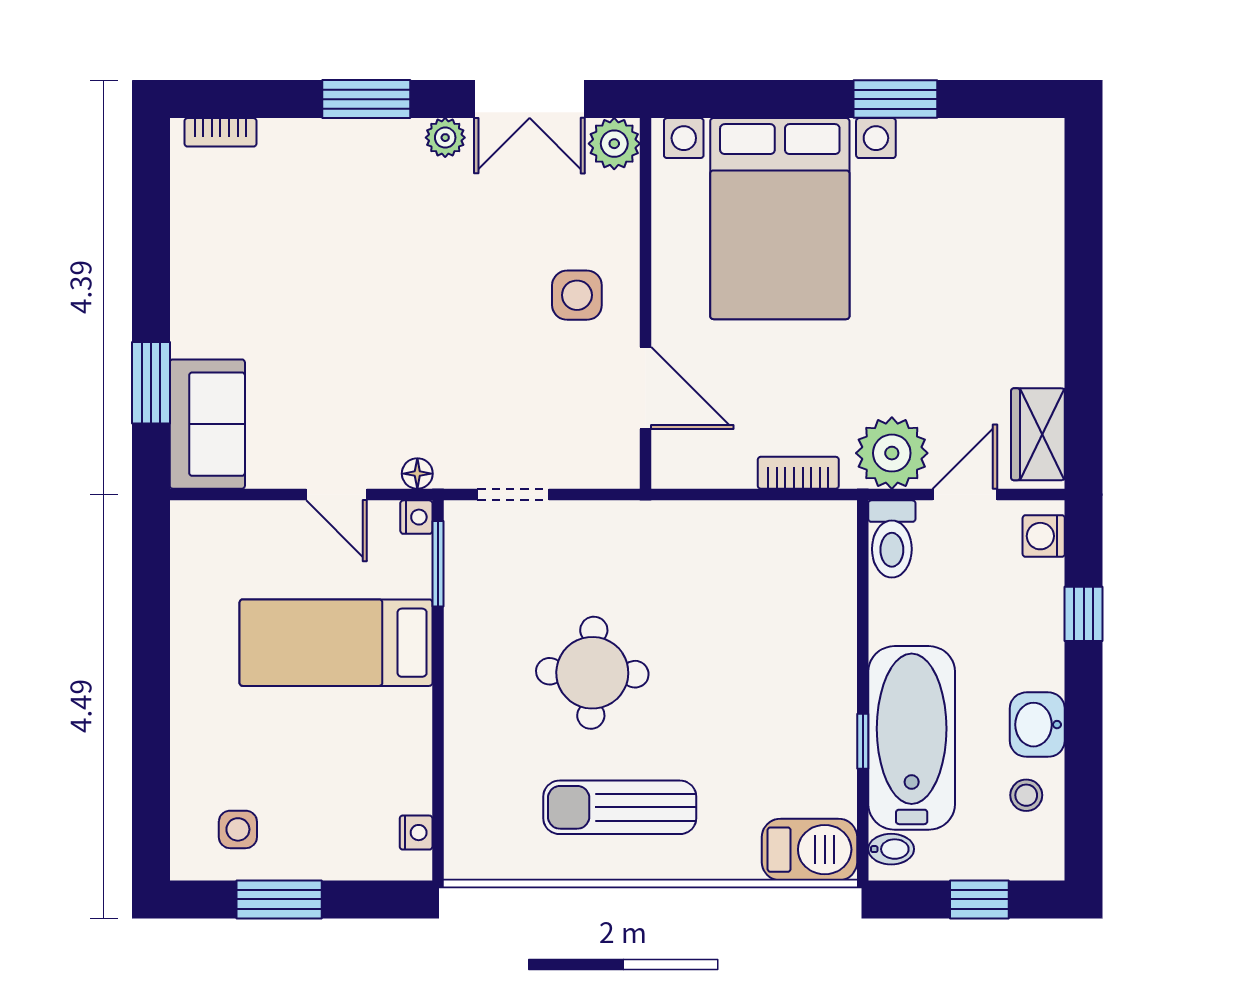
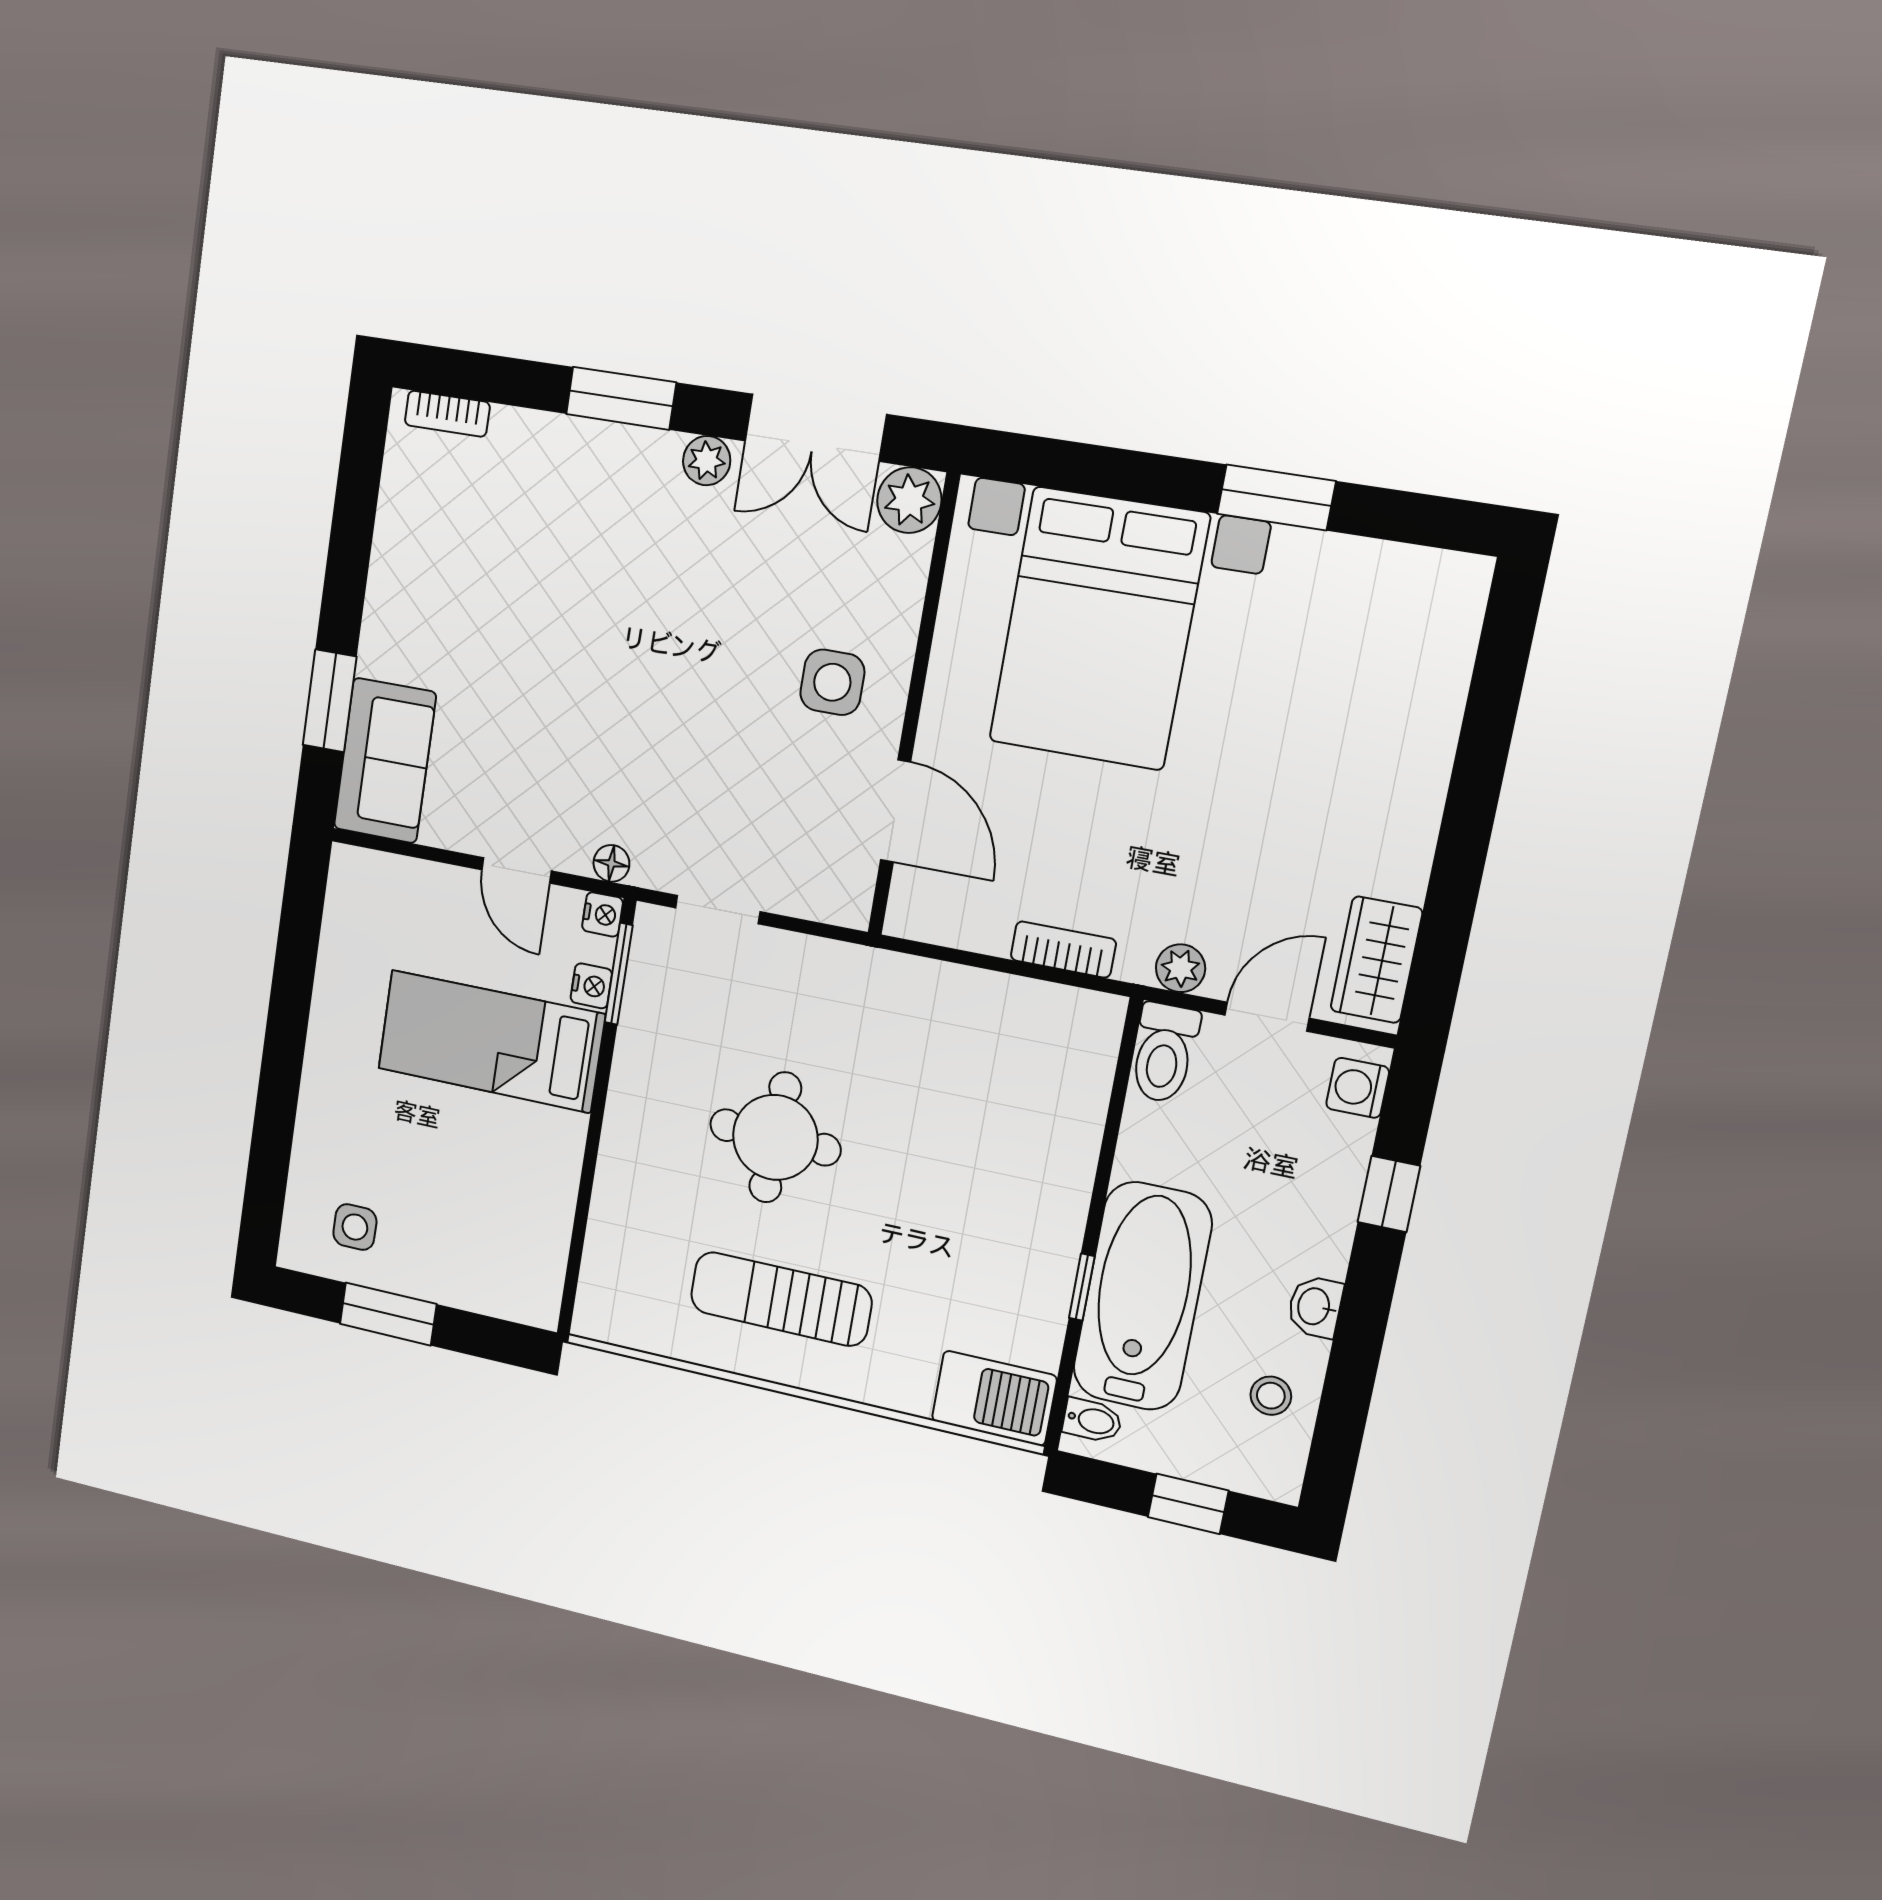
plant: (892, 453) -> (1180, 968), width x0.53, depth x0.53
washbasin: (1037, 725) -> (1315, 1307), width x0.72, depth x0.69
nightstand: (416, 833) -> (591, 986), moved

